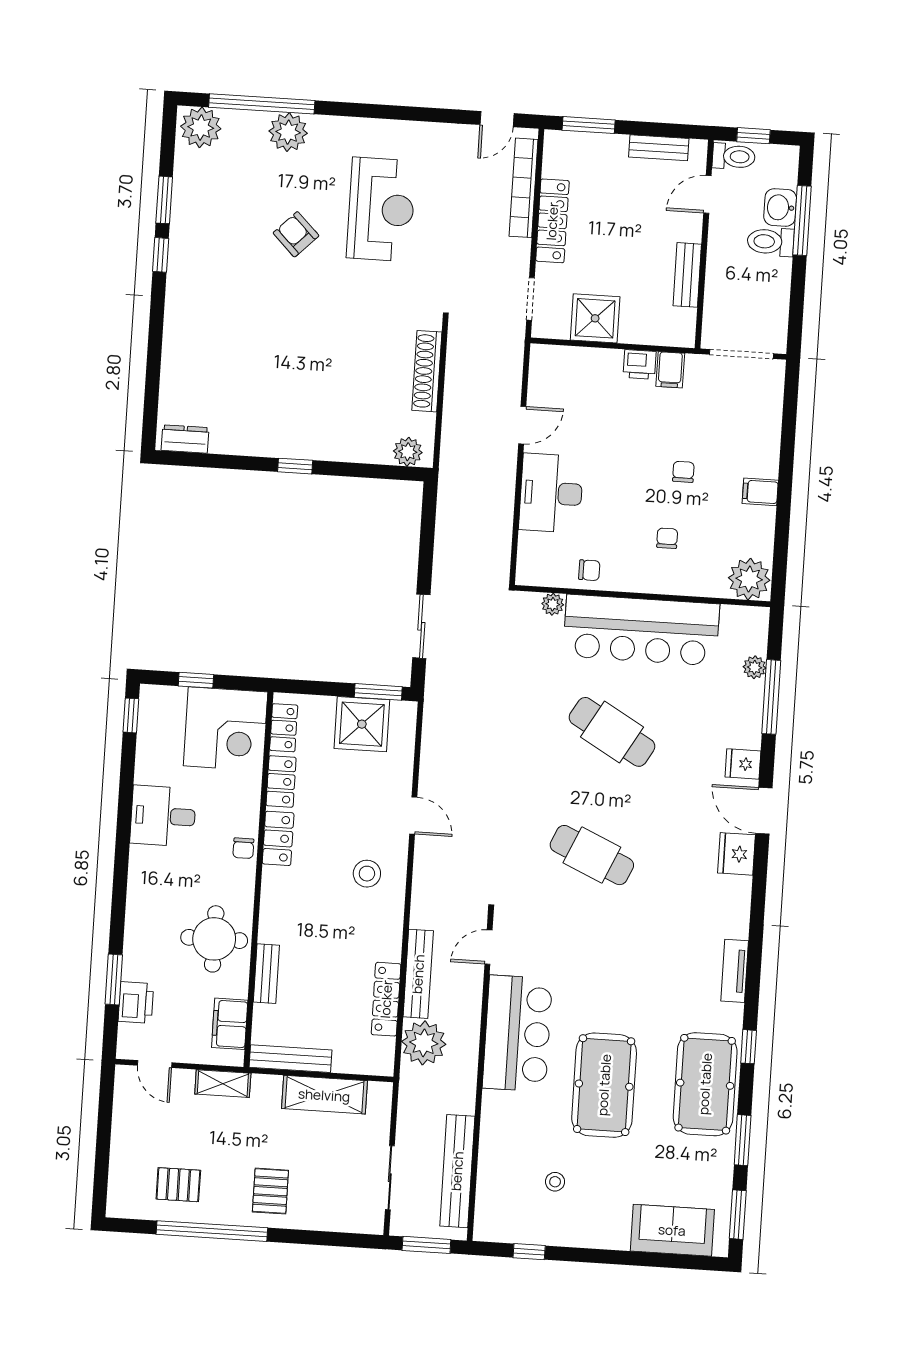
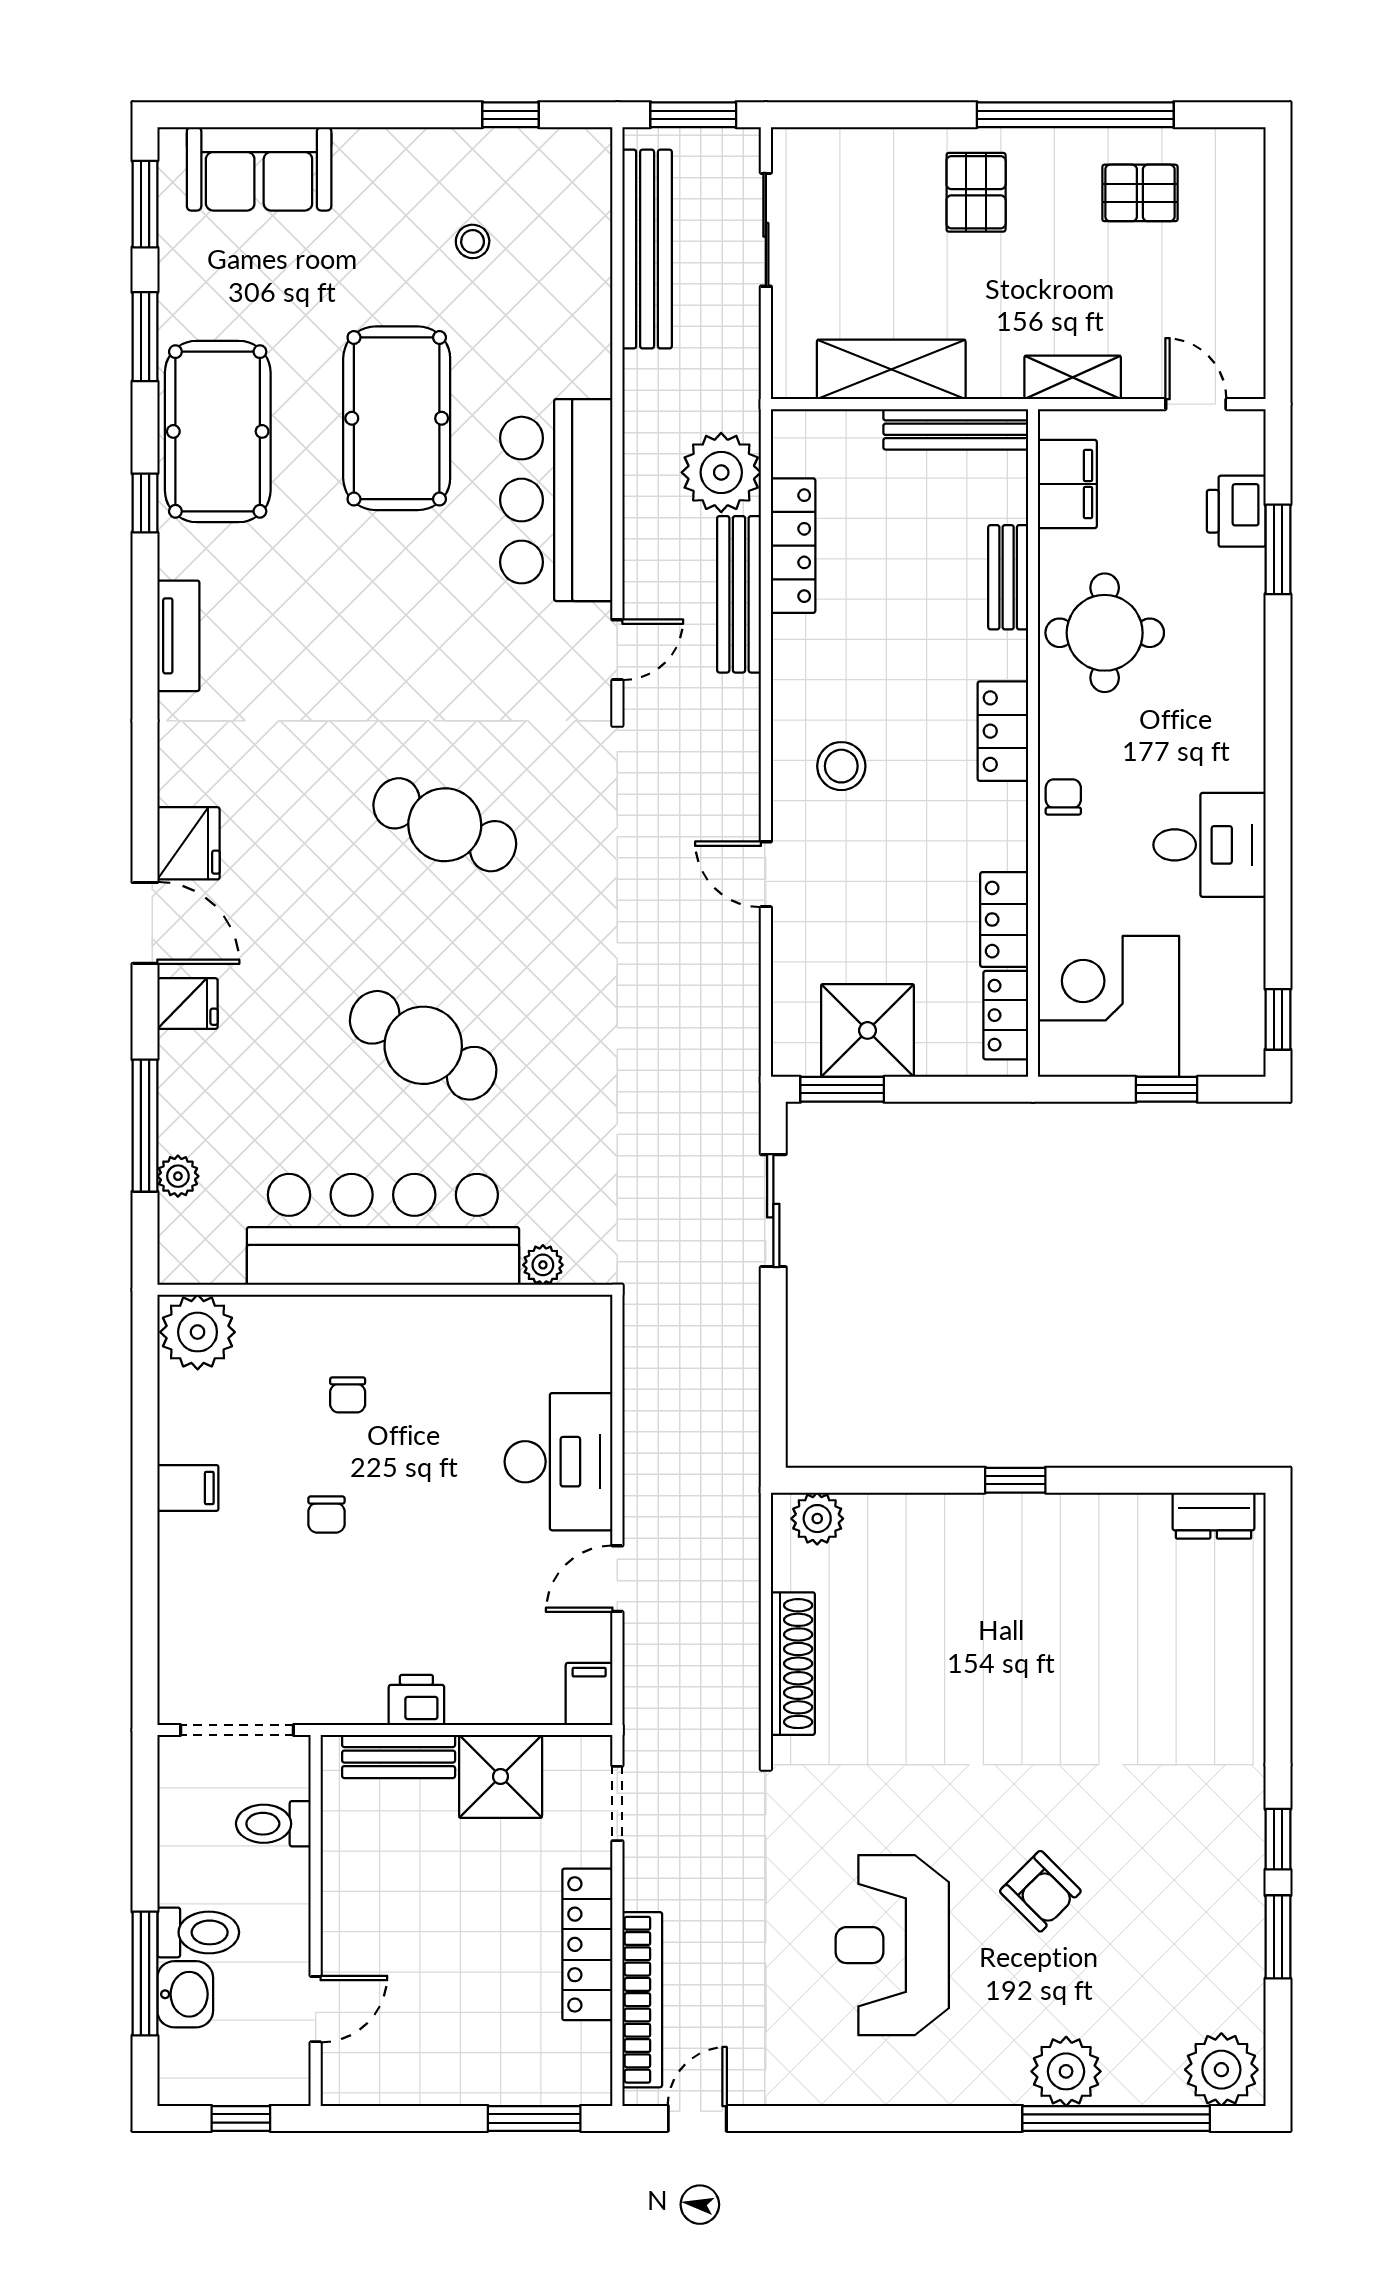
bench: (659, 148) -> (407, 2086), removed
toilet: (734, 156) -> (273, 1824), moved
bench: (687, 275) -> (399, 1757), moved, turned 90
filing cabinet: (670, 370) -> (589, 1694), moved
chair: (589, 570) -> (482, 1329), removed
locker: (278, 838) -> (1003, 731), moved

